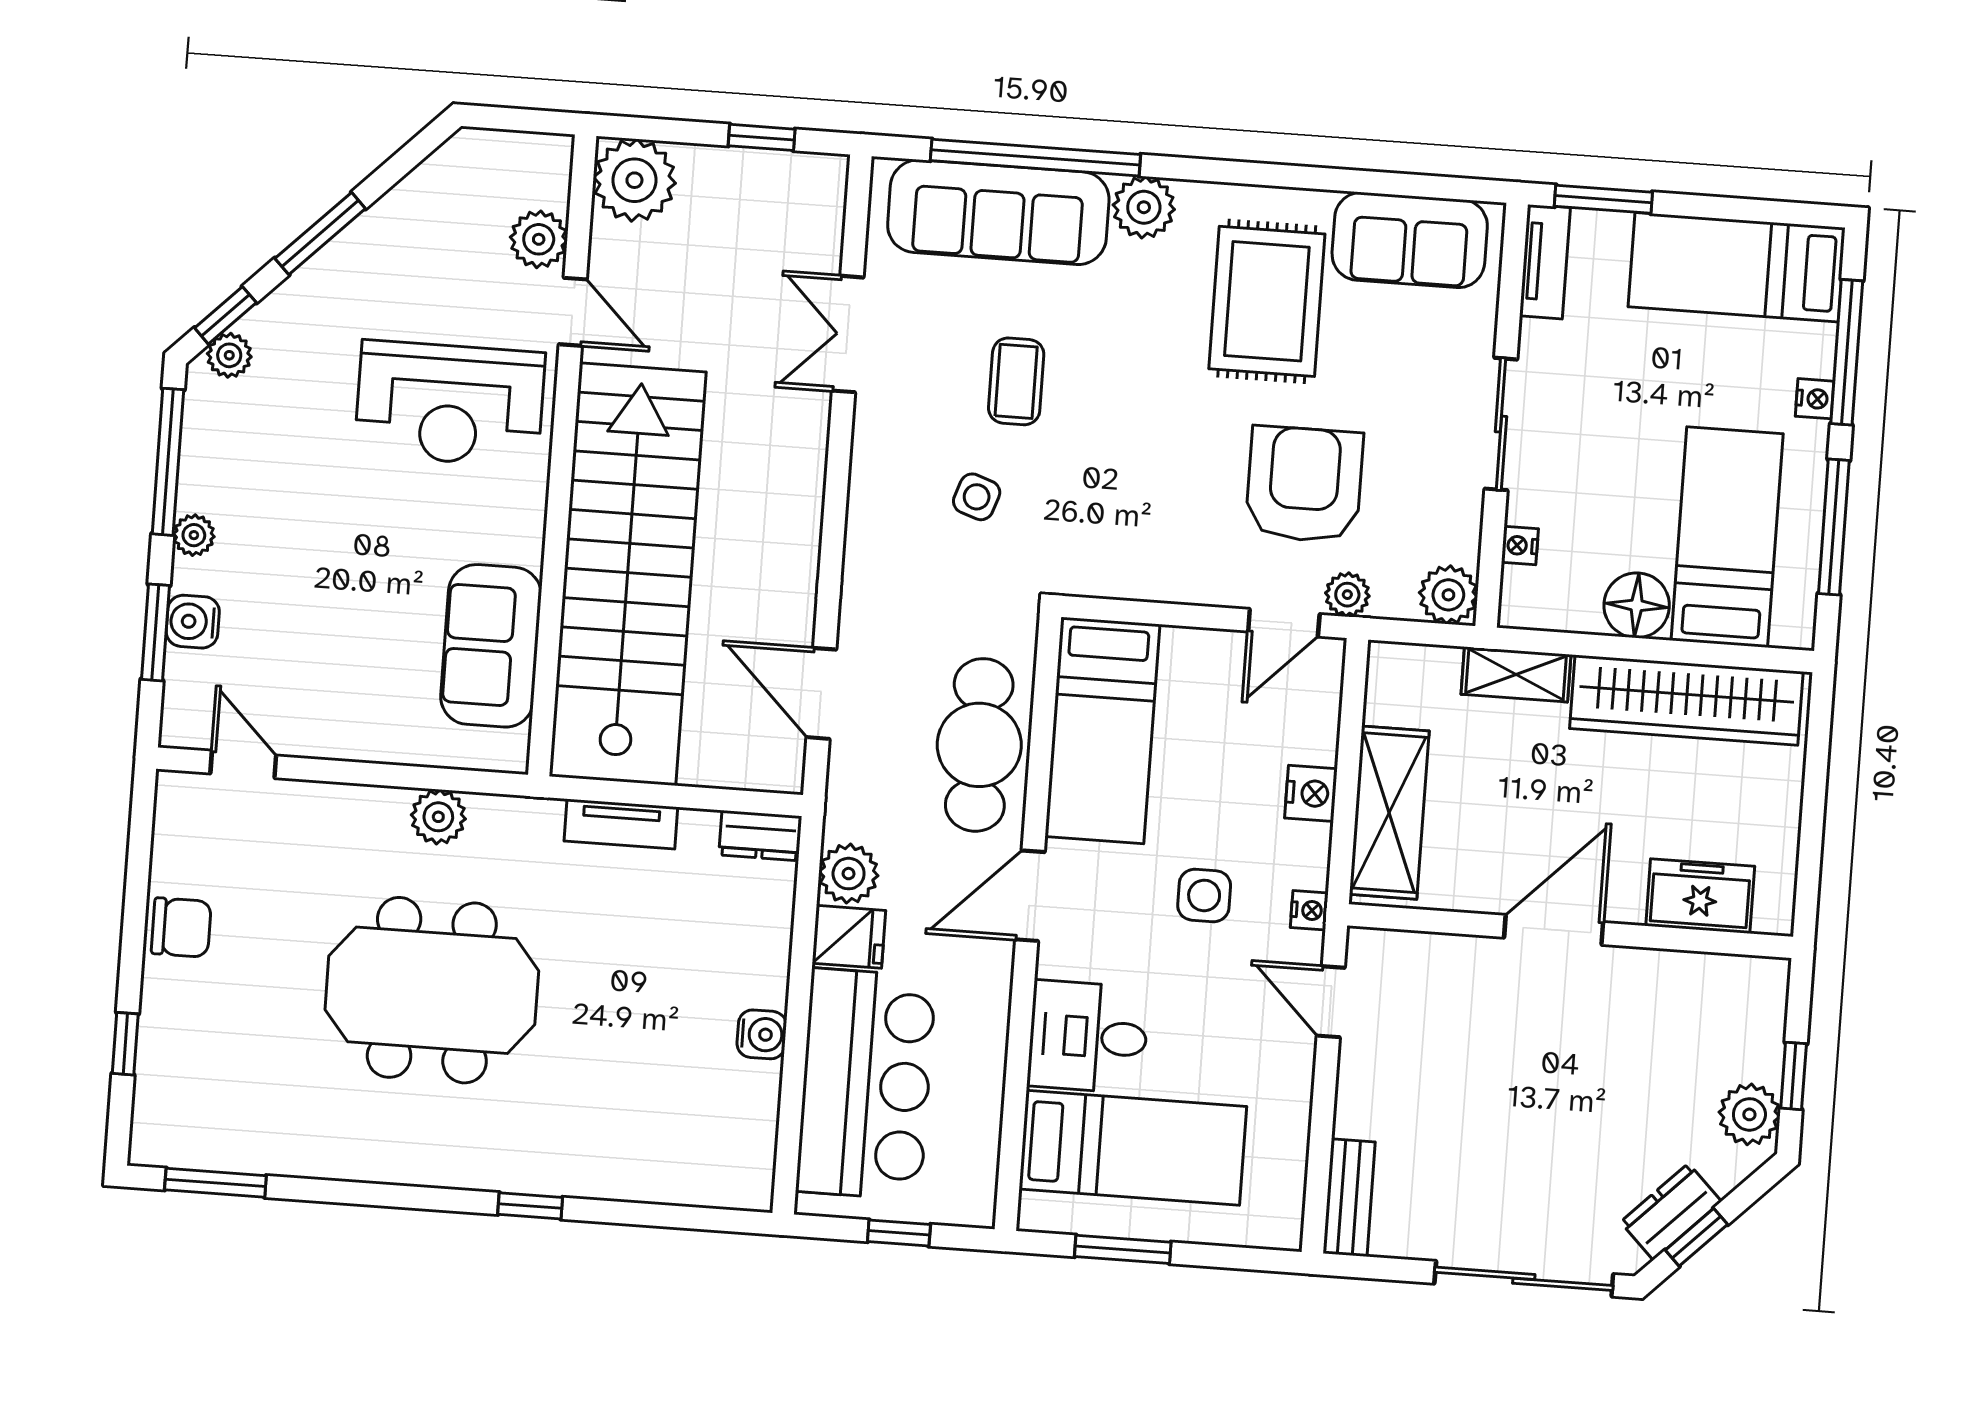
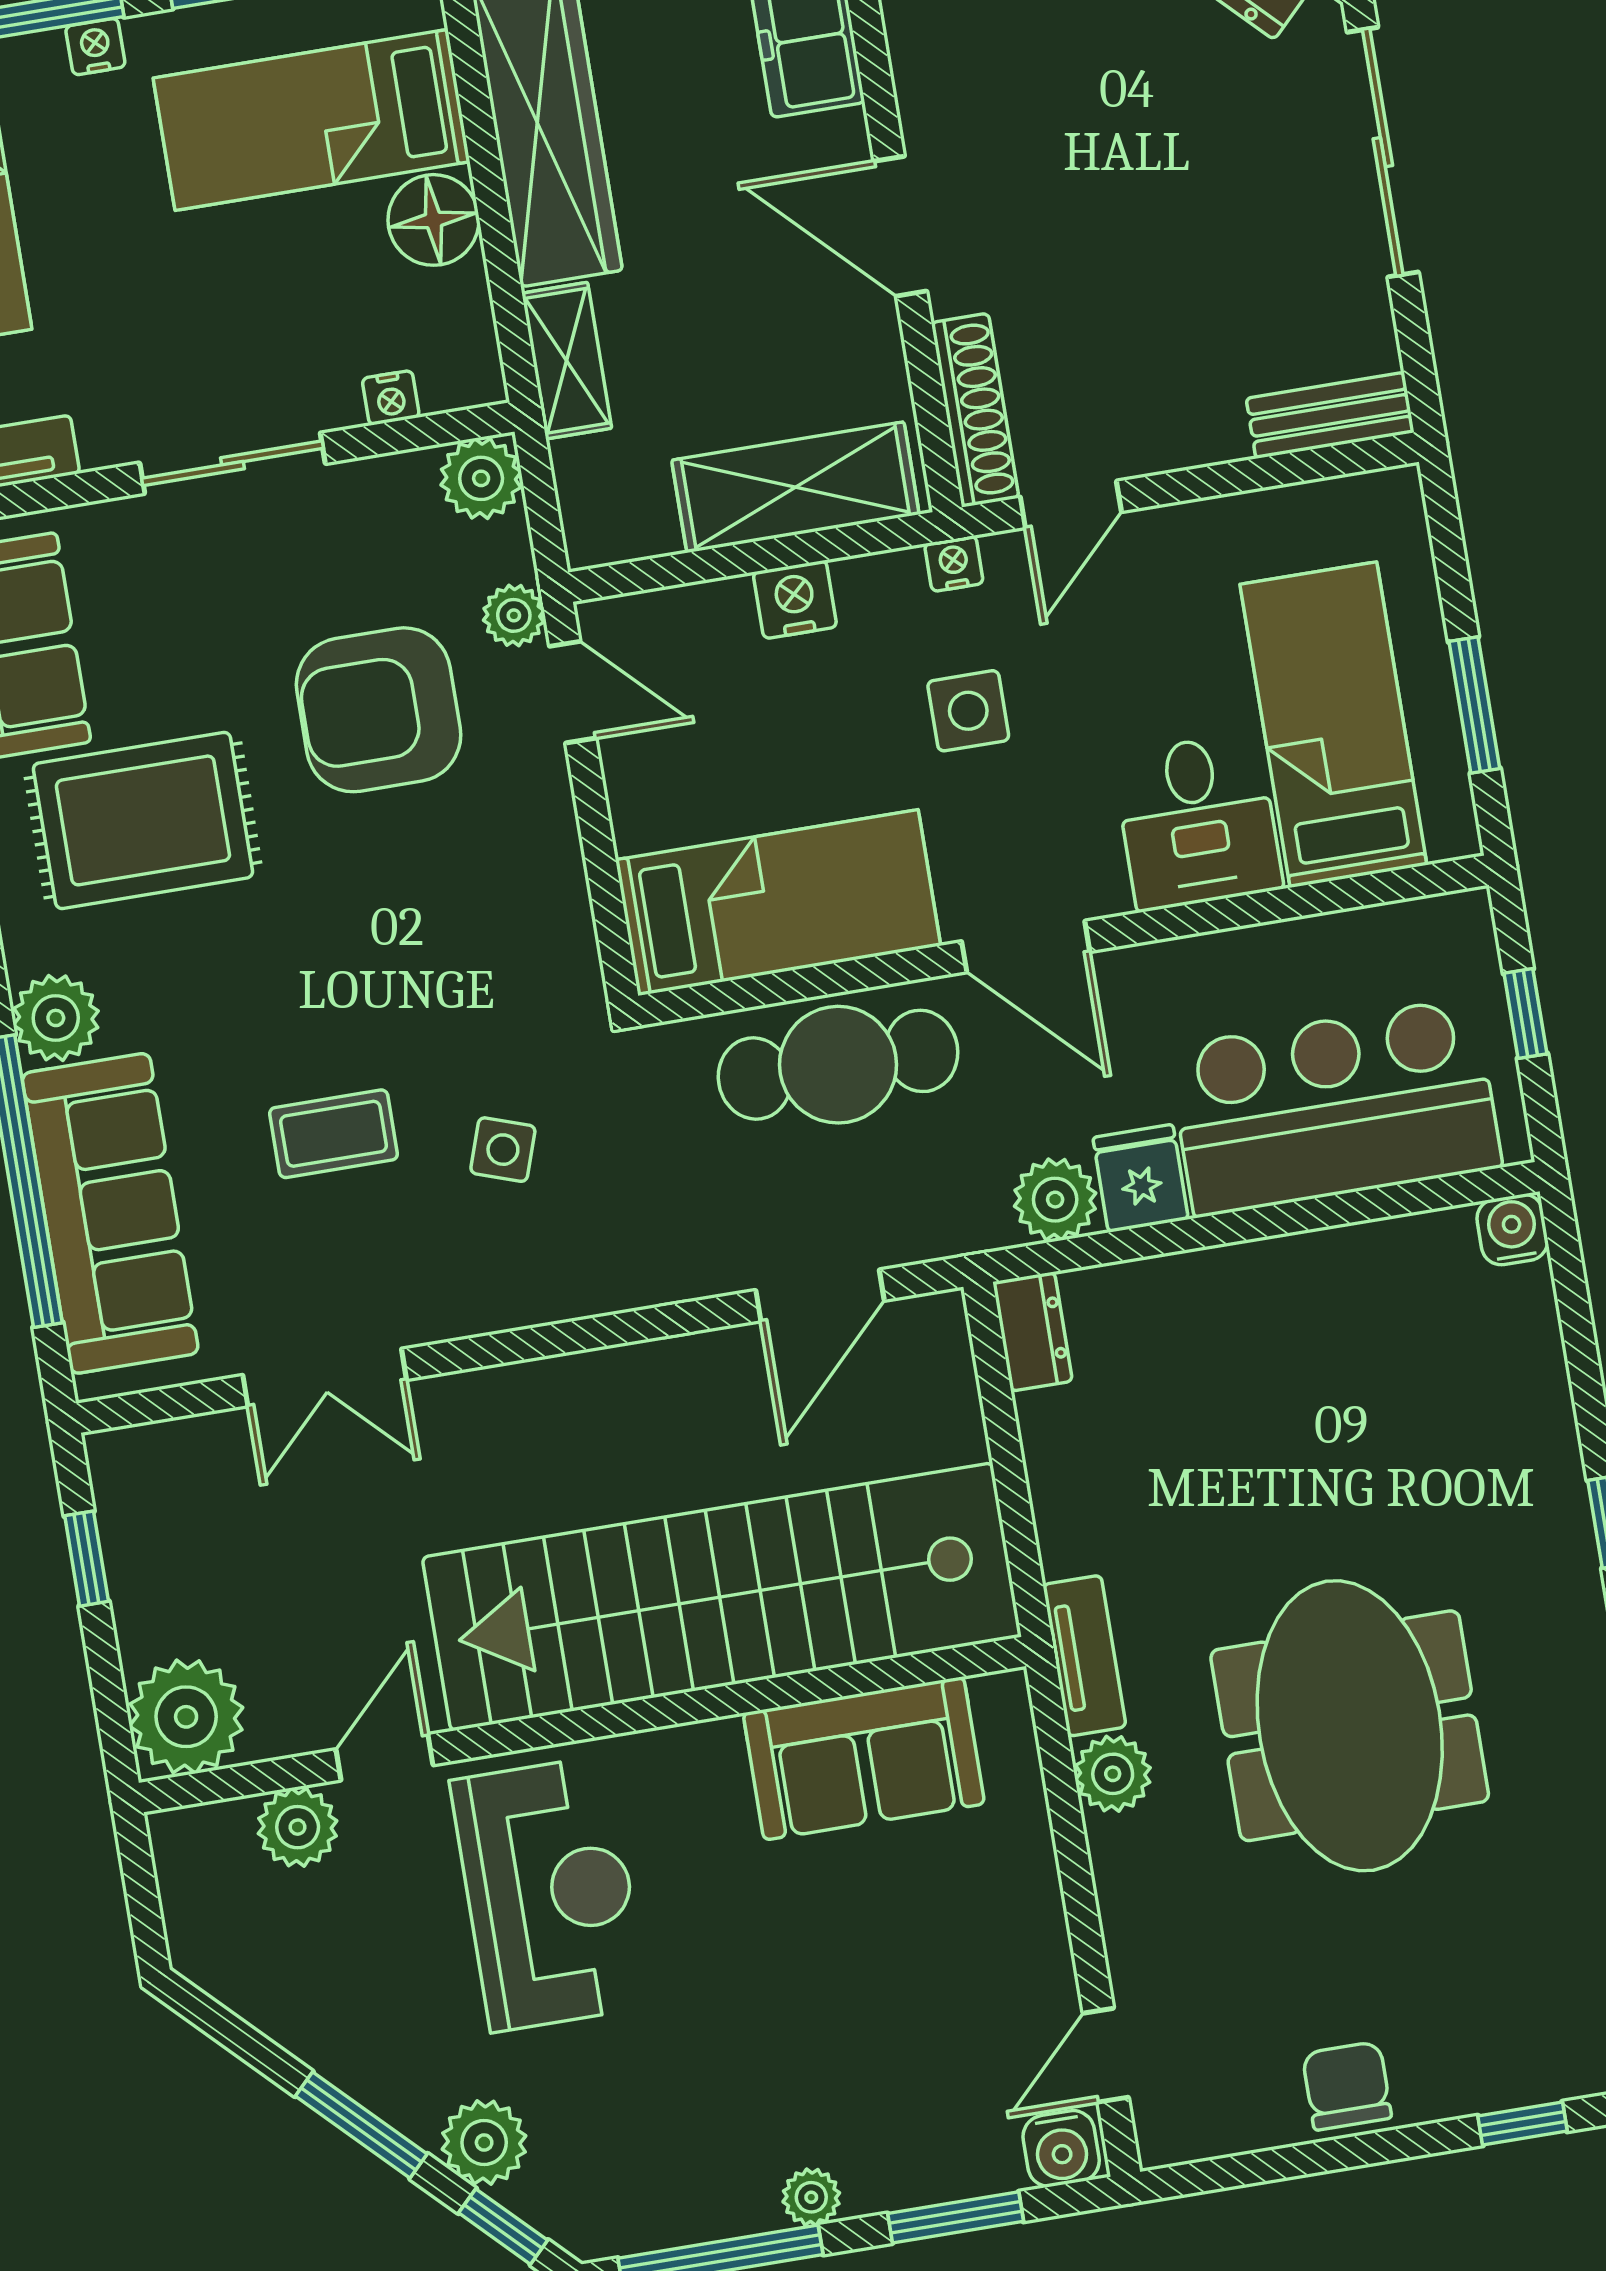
plant: (229, 355) -> (484, 2142), moved, width x1.38, depth x1.38
water cooler: (193, 622) -> (1061, 2149), moved
tv unit: (621, 824) -> (1084, 1656), moved
shoe rack: (1413, 951) -> (975, 410), added
water cooler: (762, 1034) -> (1512, 1230), moved

